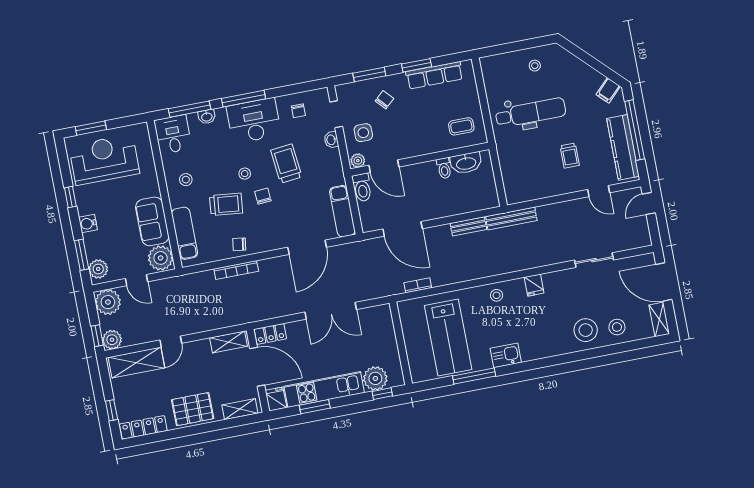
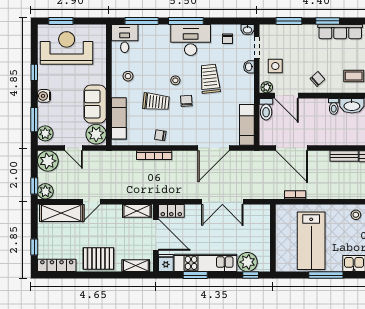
chair: (384, 100) -> (317, 79), moved
washbasin: (207, 117) -> (248, 30), moved

